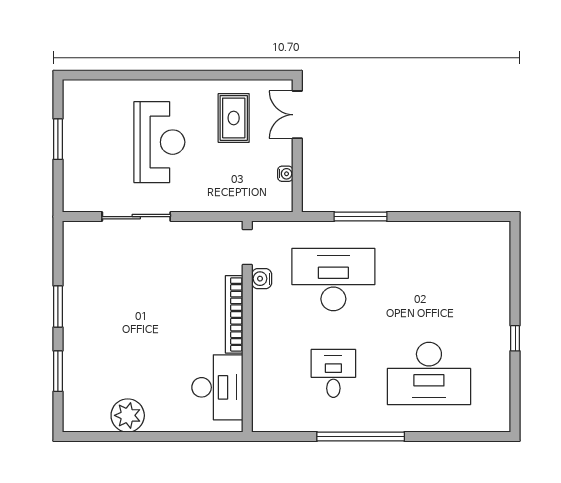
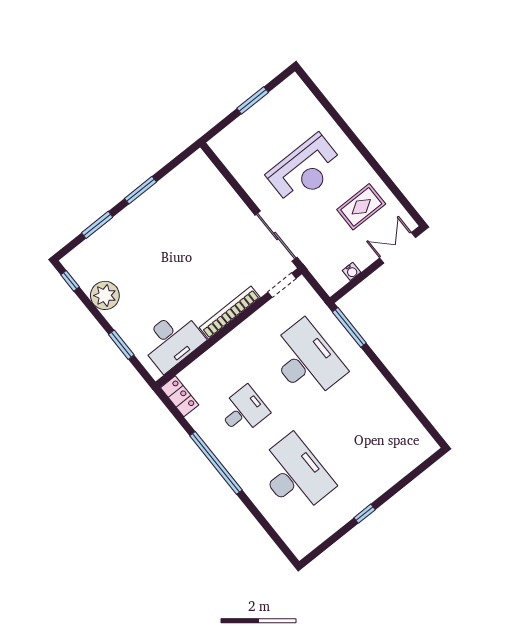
sliding door: (136, 217) -> (276, 236), moved
window: (361, 217) -> (349, 327), moved
water cooler: (262, 279) -> (269, 312), removed
desk: (429, 373) -> (295, 475), turned 180
locker: (274, 421) -> (180, 396), added
window: (89, 436) -> (70, 281), added
window: (184, 436) -> (121, 345), added

